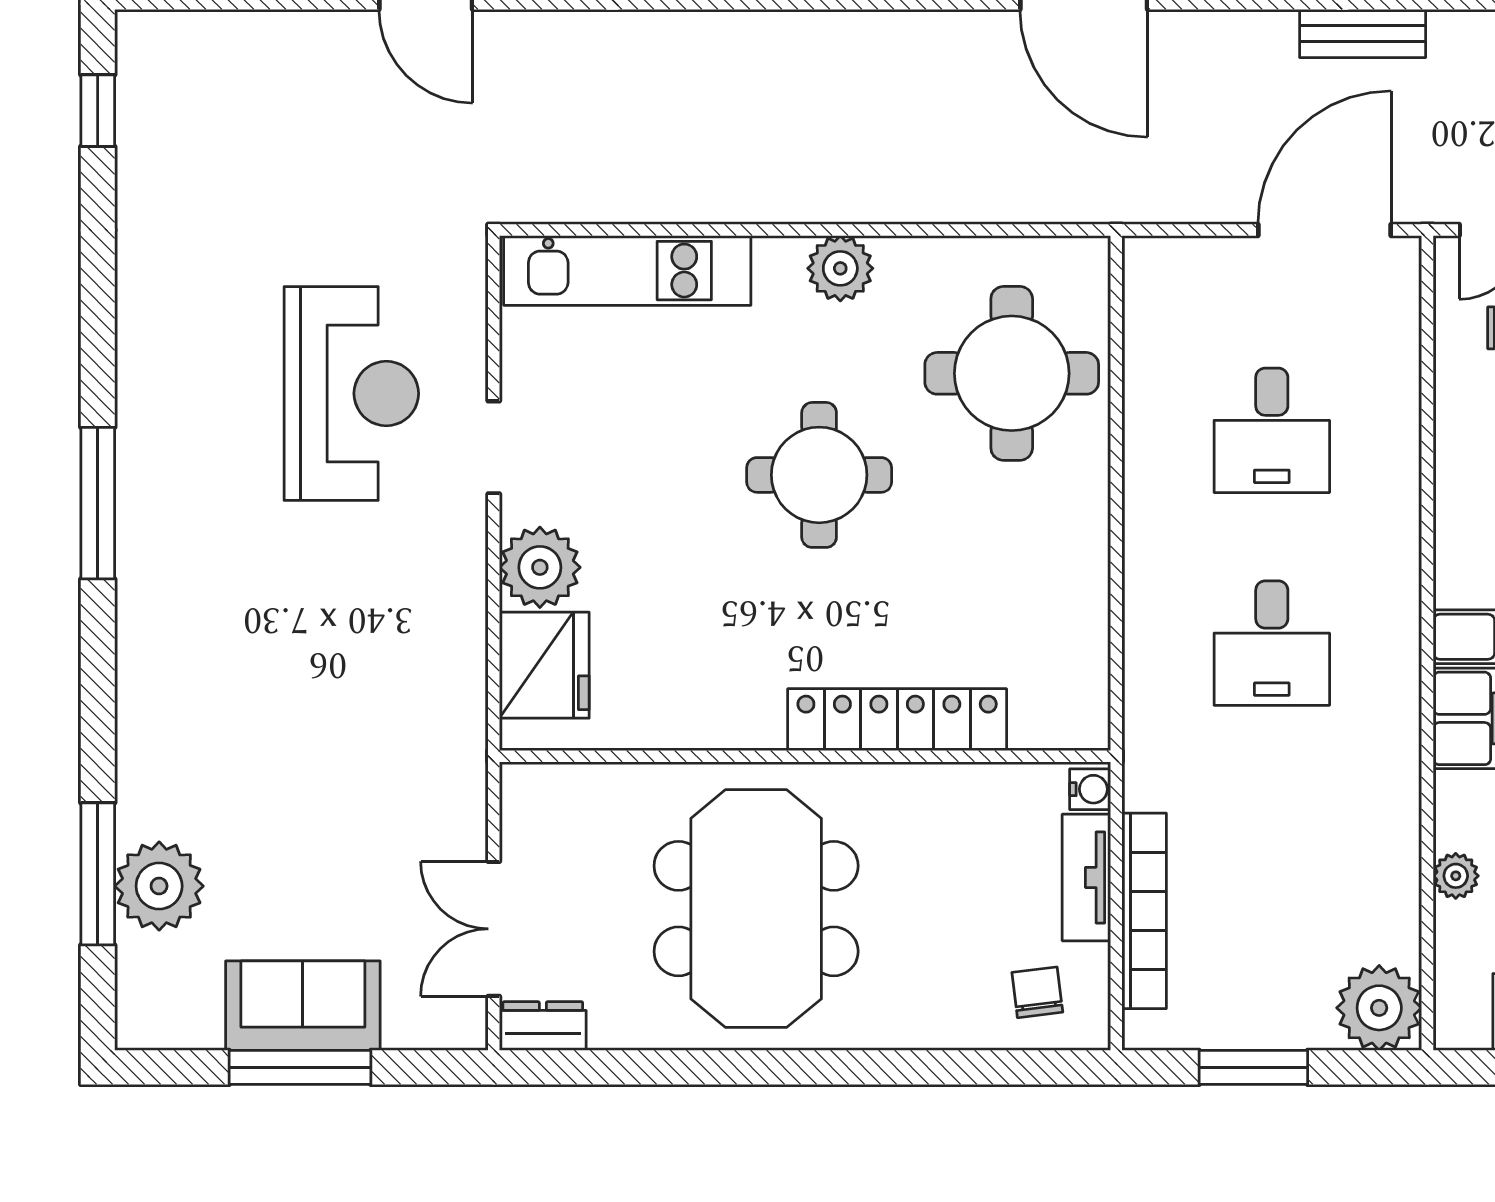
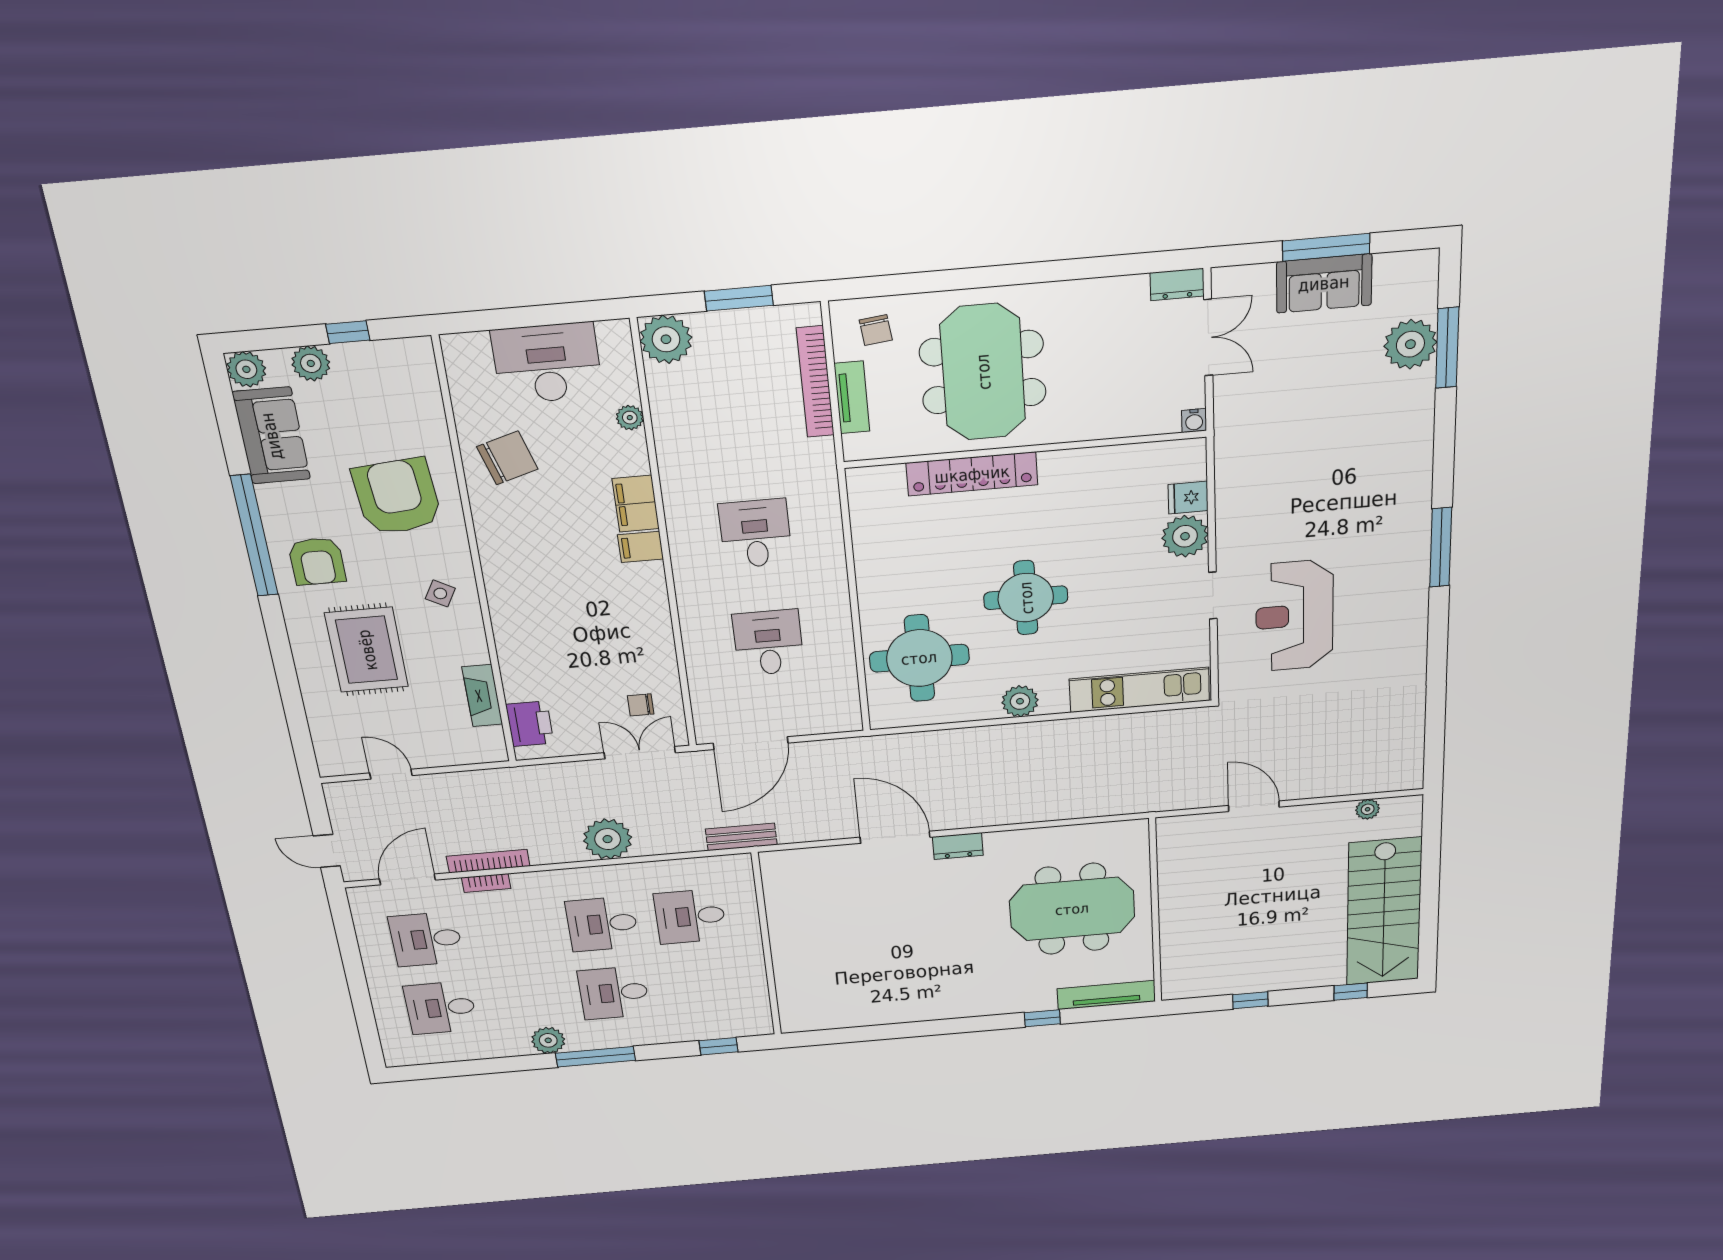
window: (98, 111) -> (1434, 741), removed
fridge: (544, 665) -> (1188, 498), width x0.53, depth x0.75
water cooler: (1090, 789) -> (1194, 420), moved, turned -90
meeting table: (756, 909) -> (983, 372), moved

